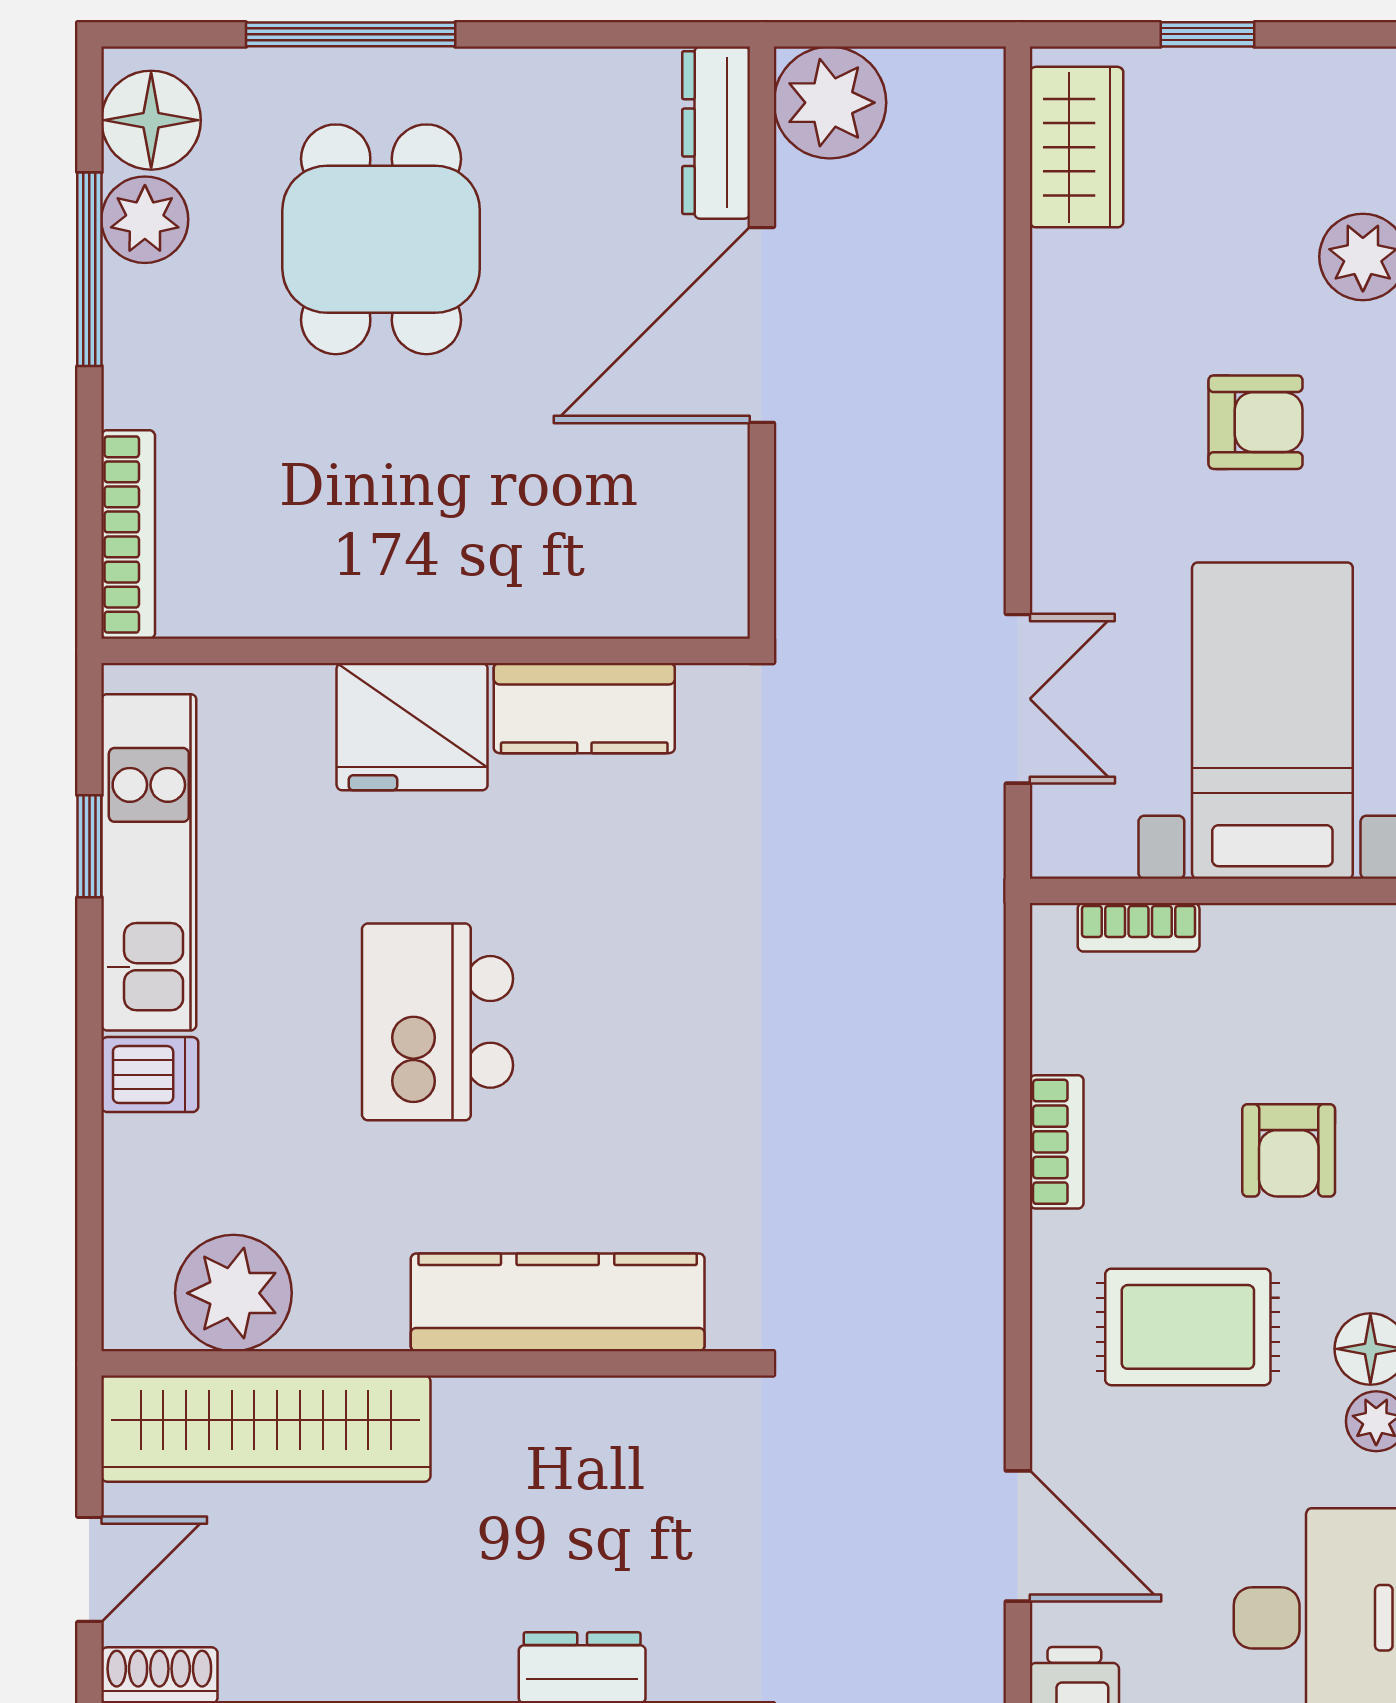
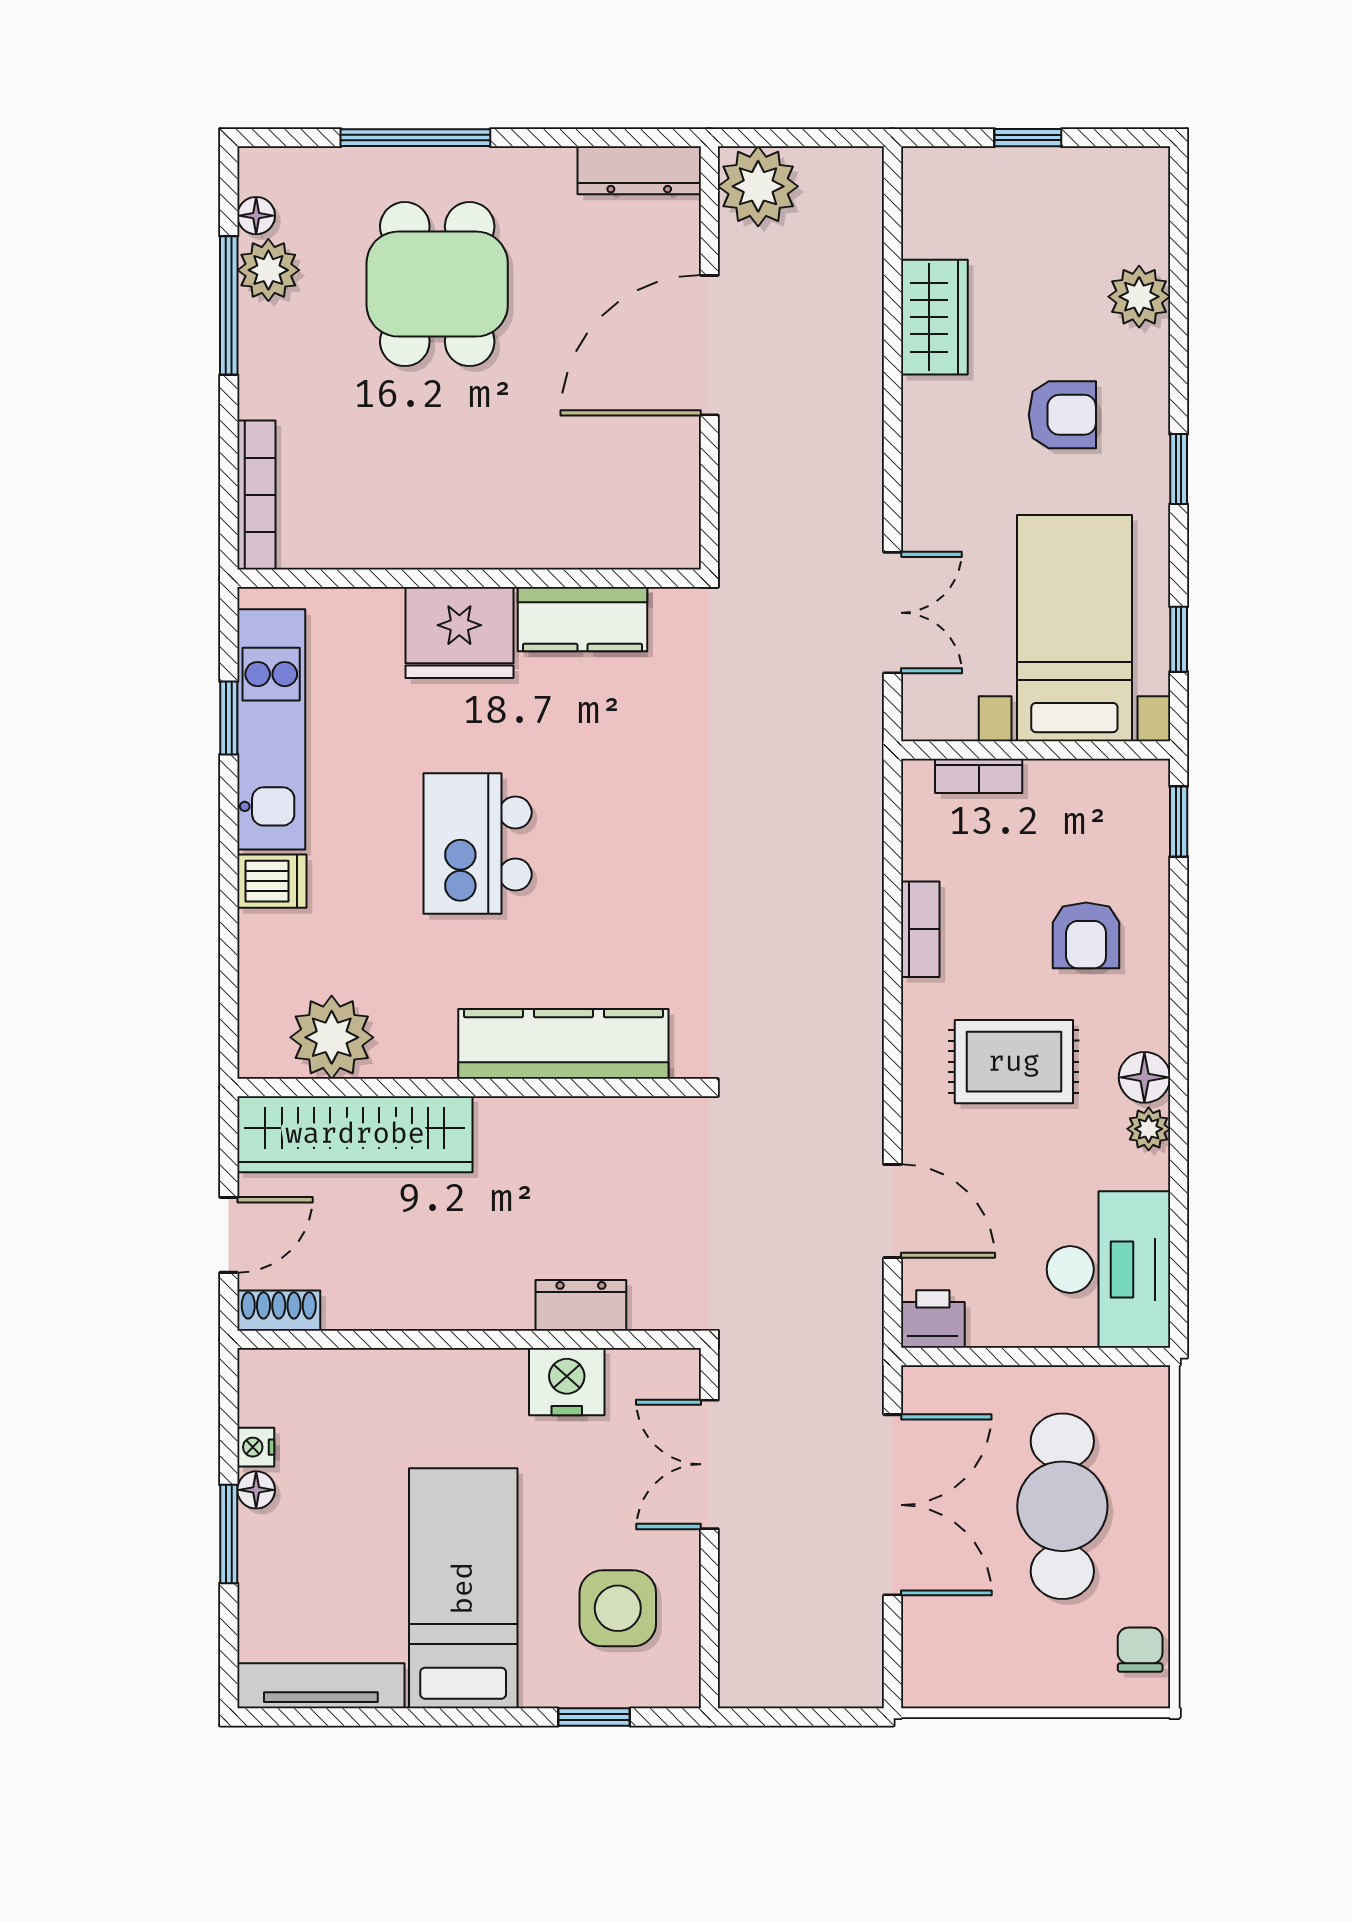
floor lamp: (151, 120) -> (256, 216), width x0.53, depth x0.53
dresser: (716, 133) -> (639, 170), moved, turned -90
wardrobe: (1077, 147) -> (934, 317), moved

